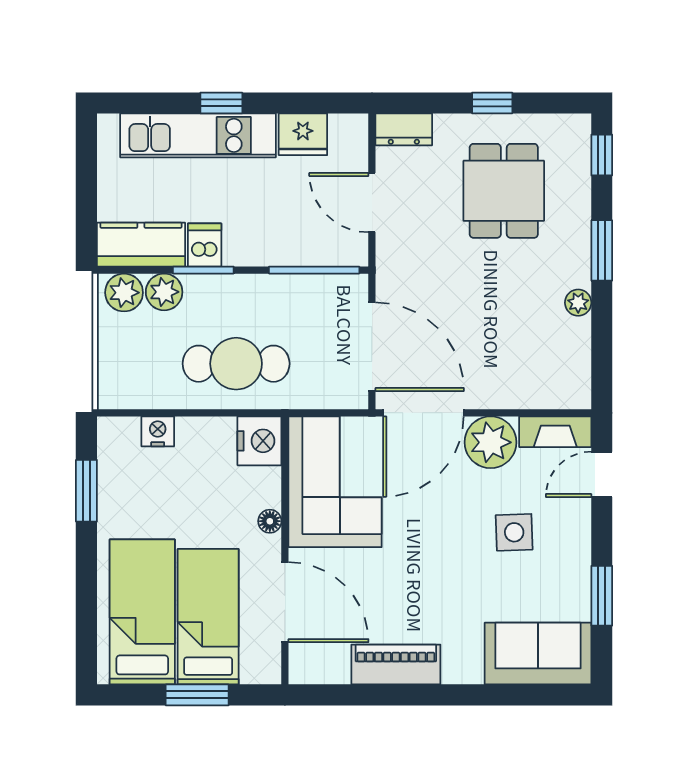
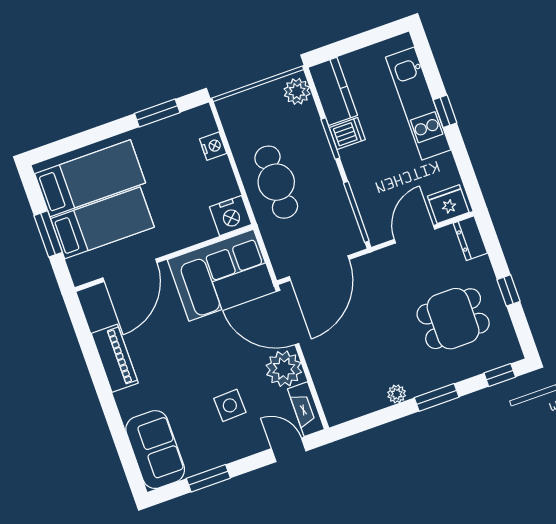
fridge: (303, 134) -> (448, 204), moved, turned 90
plant: (164, 292) -> (307, 118), removed
floor lamp: (270, 521) -> (180, 241), removed

